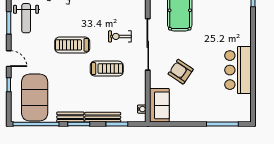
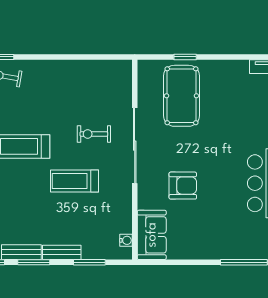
treadmill: (107, 69) -> (74, 181), turned 180
armchair: (181, 72) -> (183, 186), turned 146
bench: (103, 117) -> (62, 252), width x0.73

